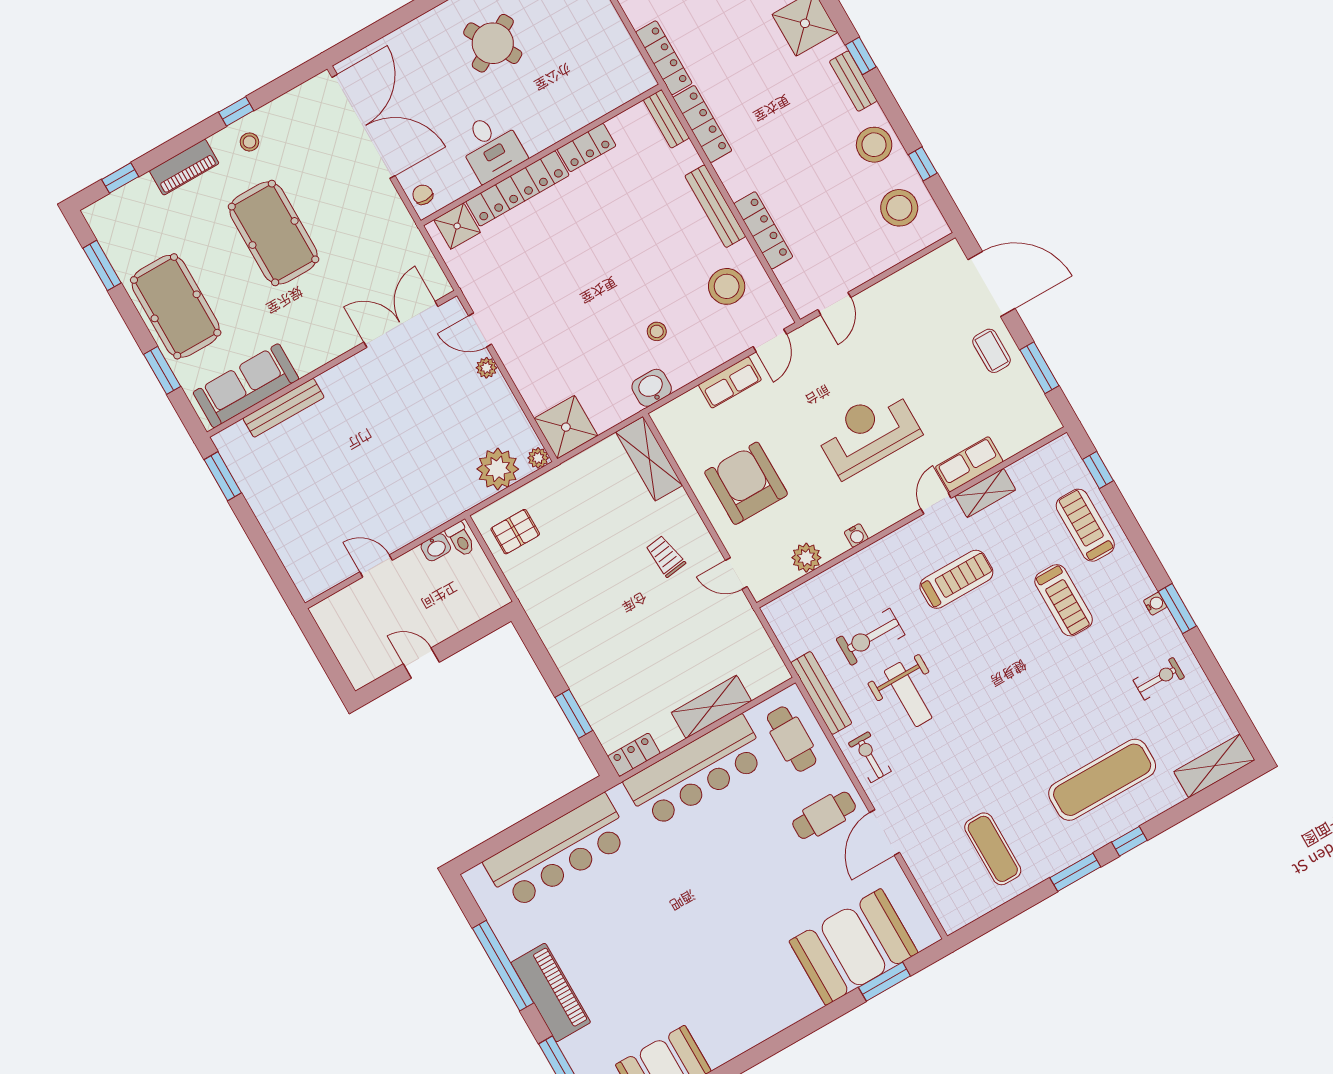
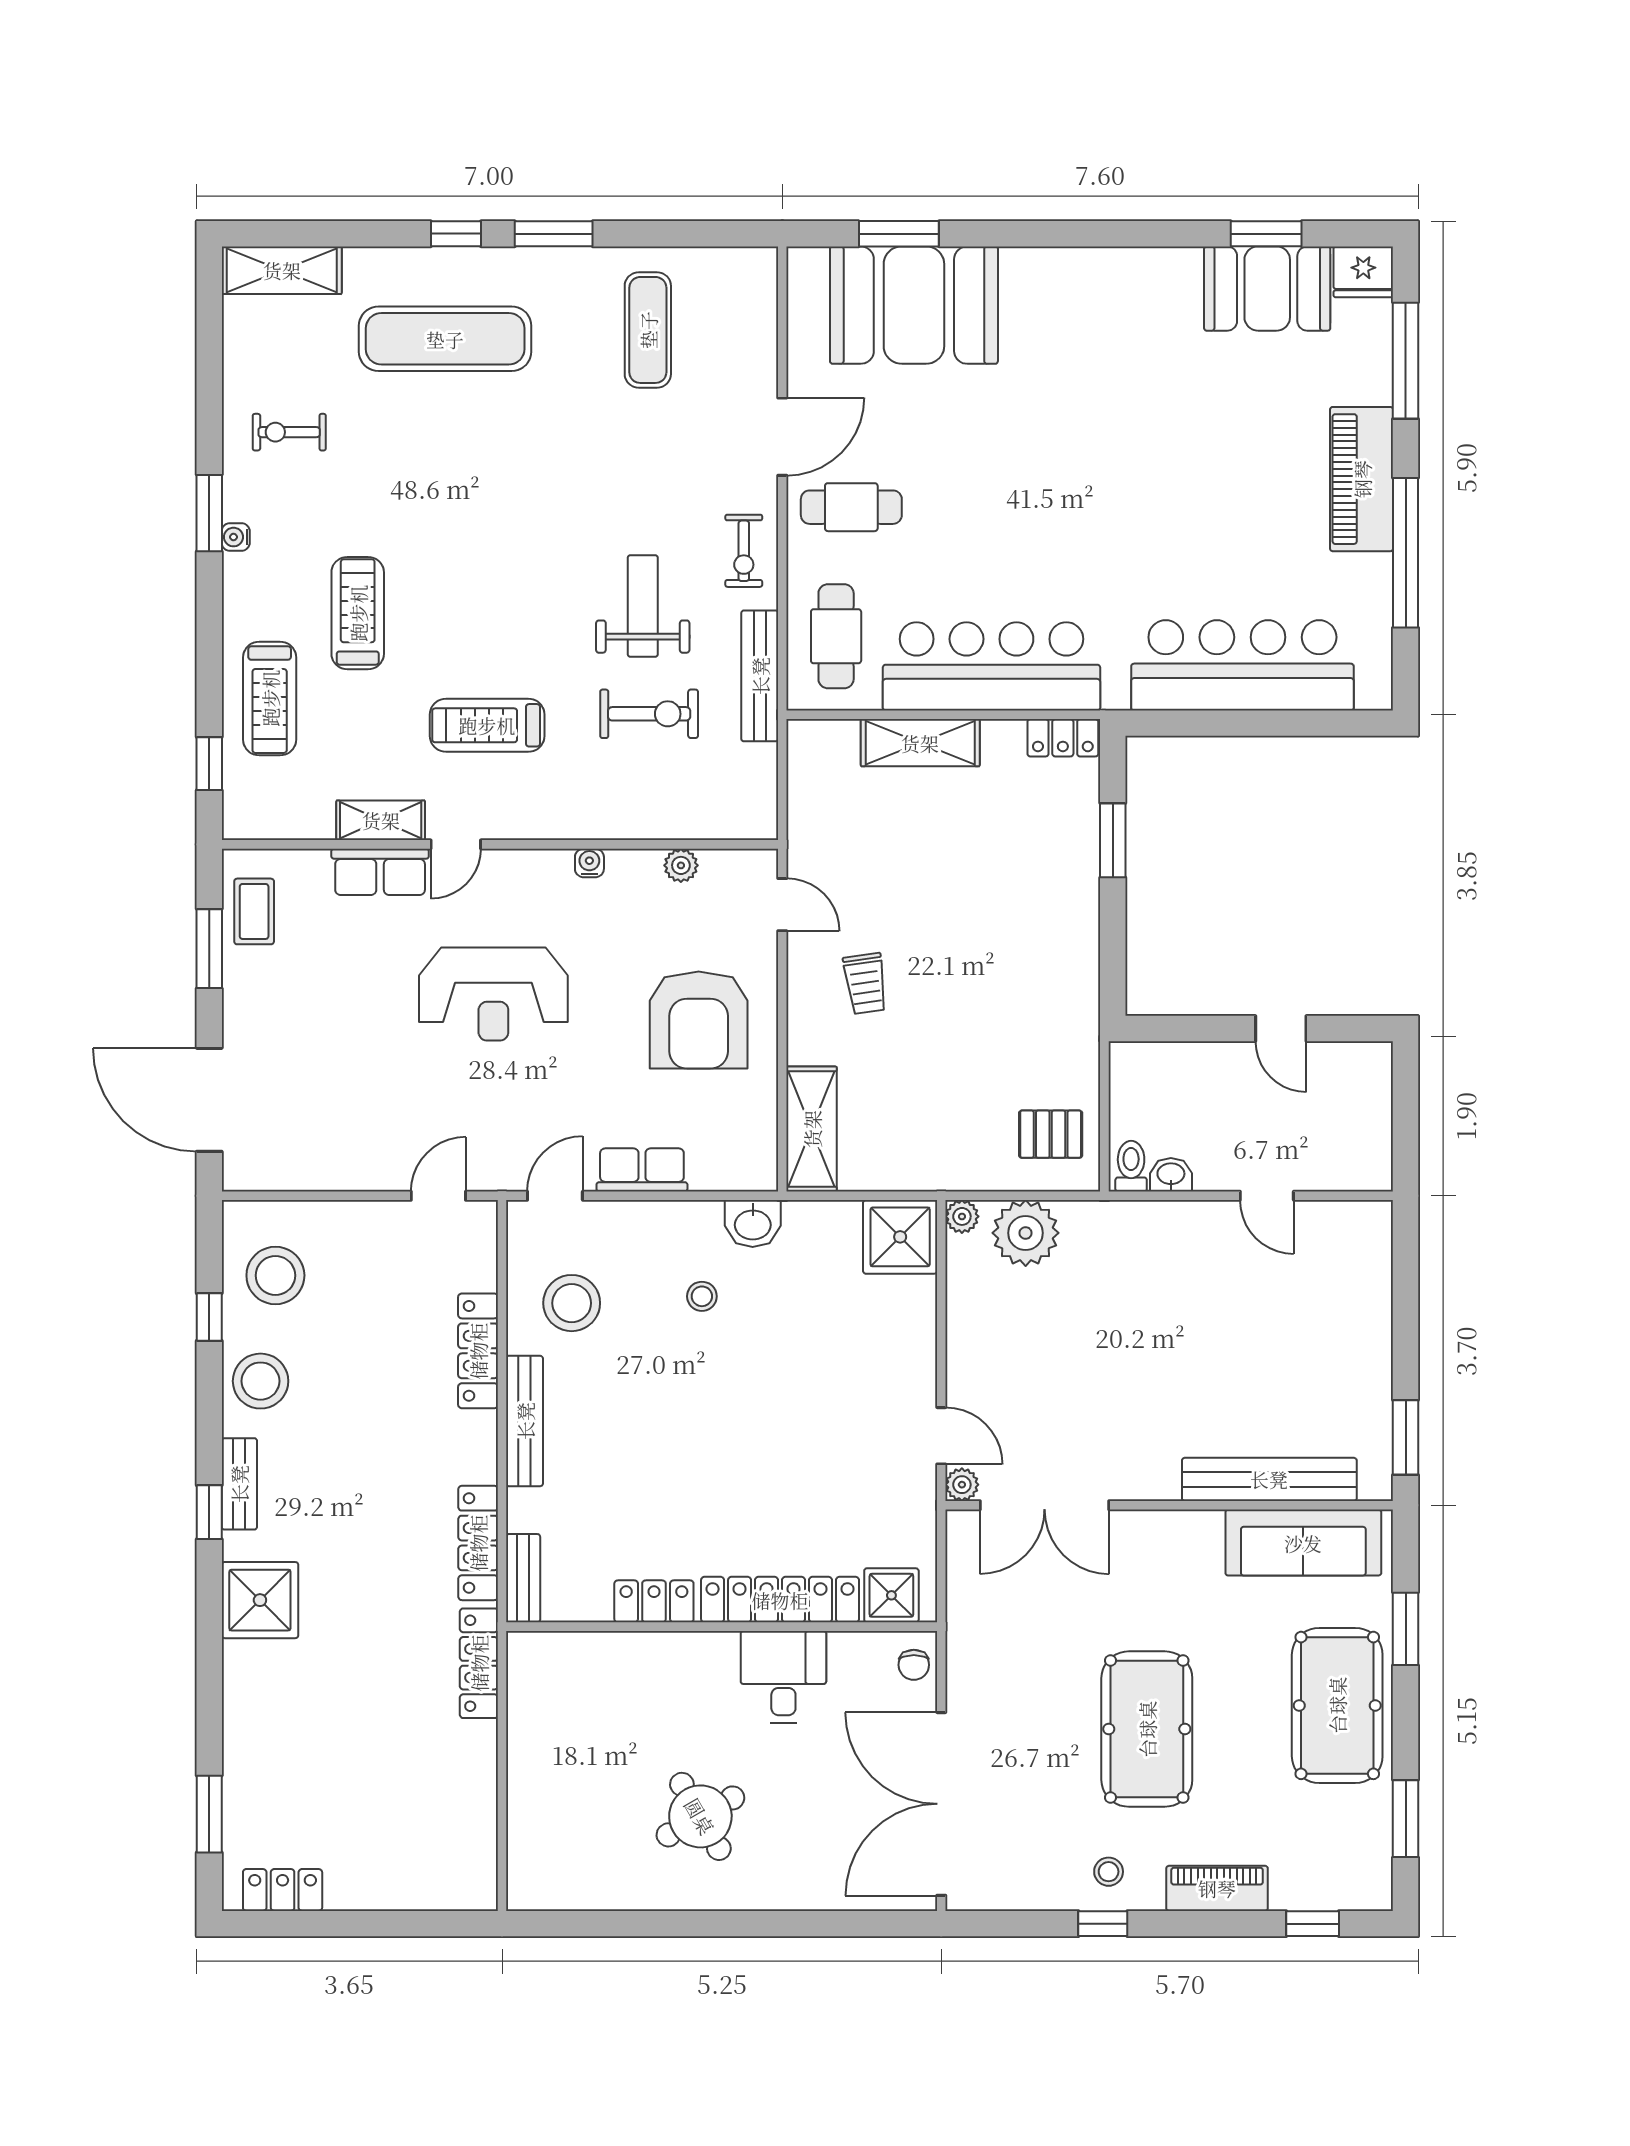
coffee table: (992, 351) -> (254, 911), moved
plant: (486, 368) -> (962, 1485), moved
bench: (284, 408) -> (1269, 1479), width x1.37, depth x1.21
plant: (806, 558) -> (681, 865), width x0.73, depth x0.73

